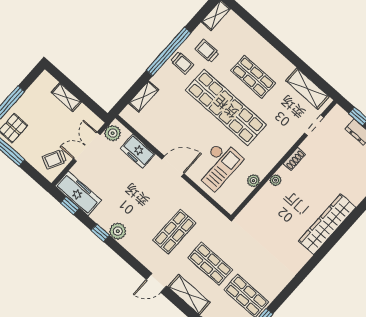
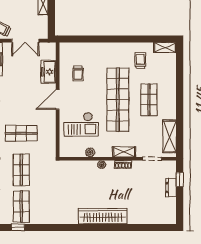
window: (169, 52) -> (121, 39), removed
trolley: (182, 63) -> (78, 73), moved
shelving: (144, 96) -> (124, 152), moved
plant: (113, 133) -> (46, 49), removed
double door: (87, 147) -> (25, 41), swing flipped
door: (173, 166) -> (58, 99), swing flipped

